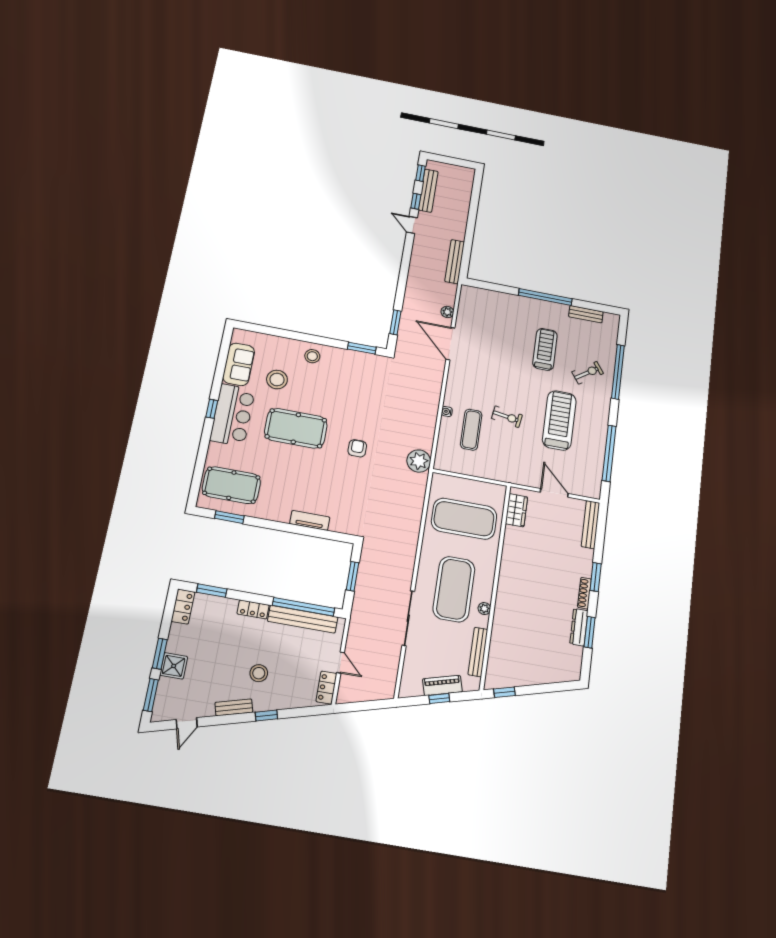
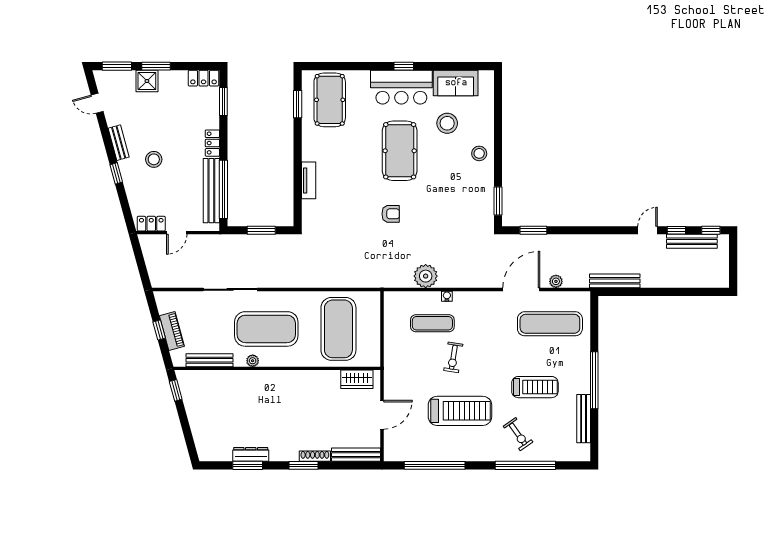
bench: (586, 314) -> (584, 419), width x1.36
exercise mat: (487, 325) -> (550, 324), added
plant: (419, 461) -> (426, 276), moved
shoe rack: (584, 593) -> (315, 456), moved

